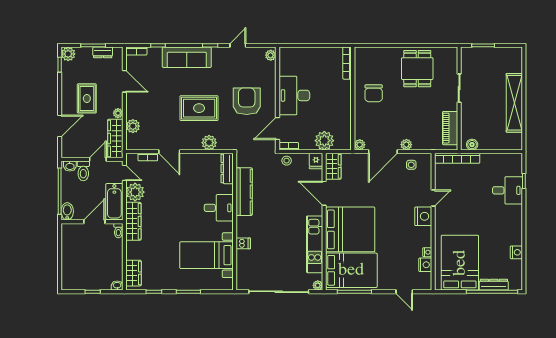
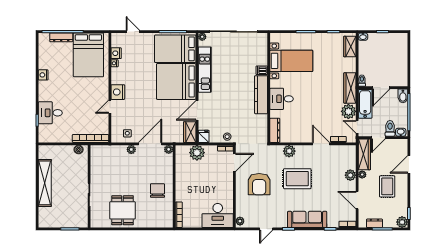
desk: (294, 95) -> (218, 216), moved, turned 90
plant: (133, 126) -> (350, 175), moved
piano: (450, 128) -> (96, 163), removed
kitchen counter: (244, 192) -> (261, 95), moved
door: (324, 193) -> (197, 110), swing flipped
nightstand: (516, 252) -> (43, 75), moved

